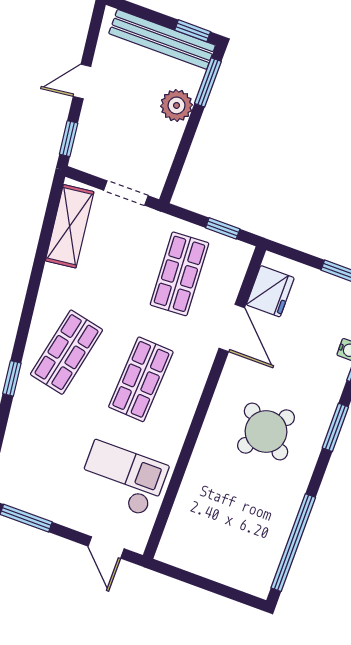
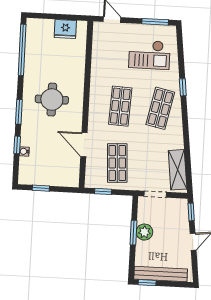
window: (208, 82) -> (133, 233), moved
plant: (177, 105) -> (144, 232), moved
fridge: (270, 291) -> (65, 29), moved, turned -90
round table: (266, 432) -> (52, 100), turned -36
checkout: (123, 479) -> (149, 55), moved

